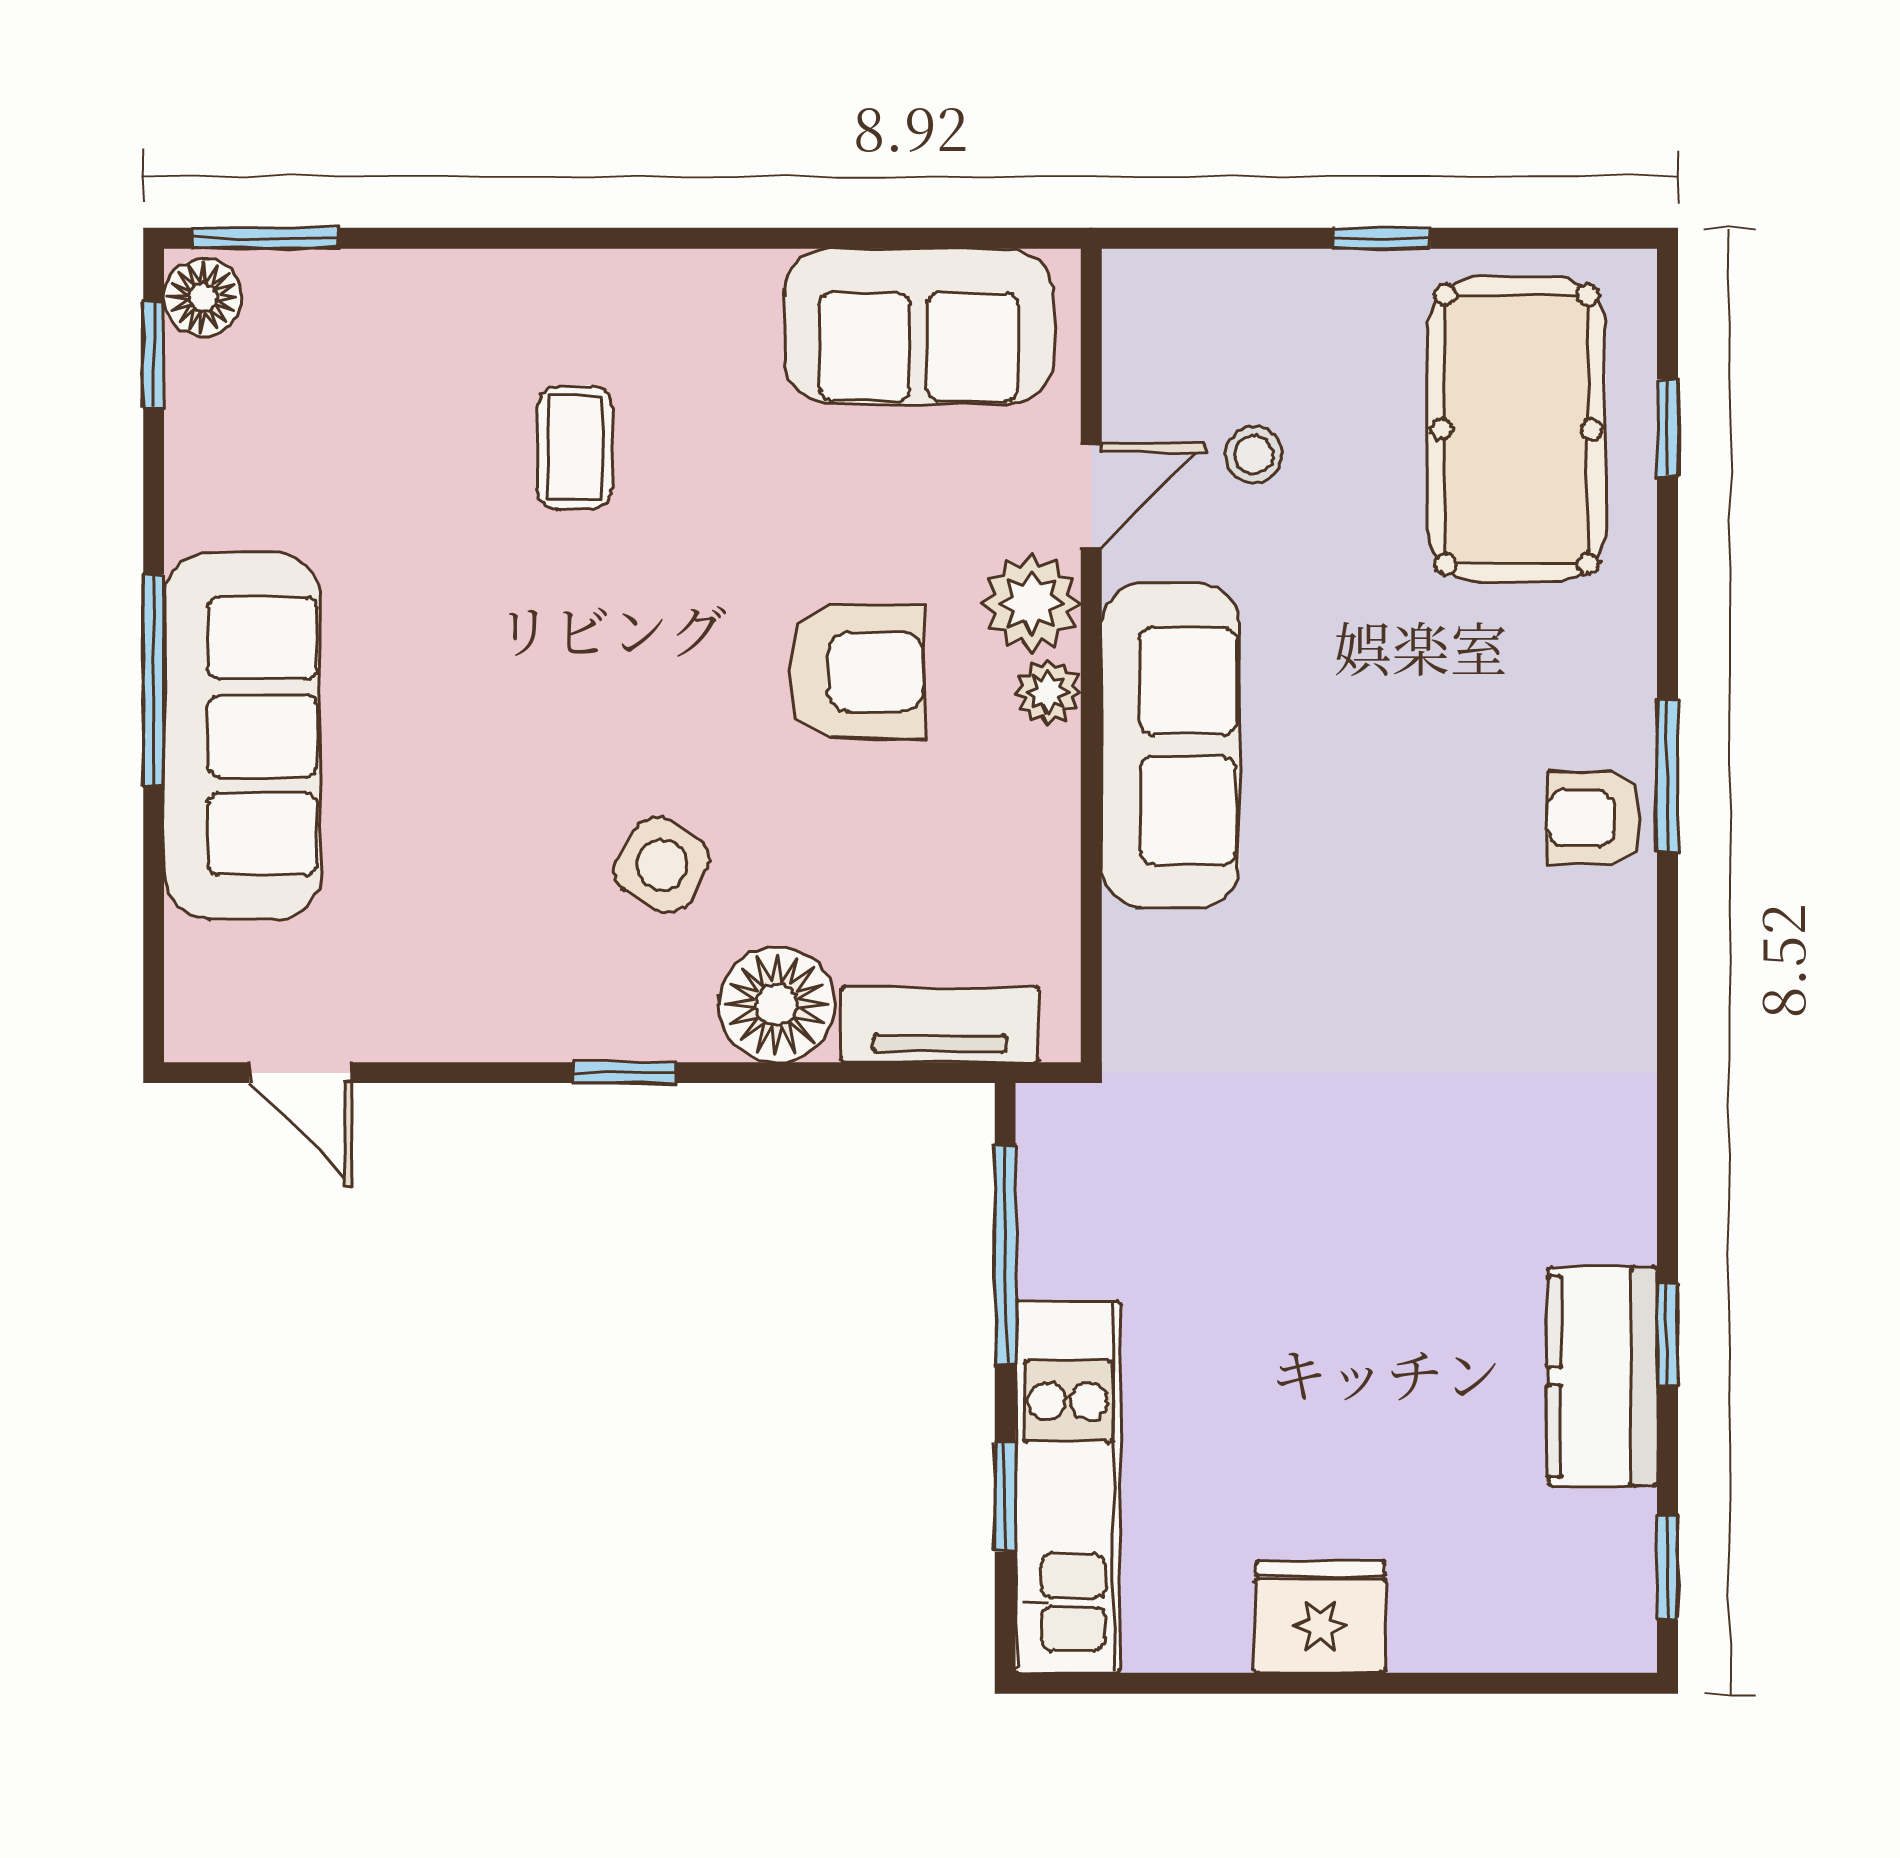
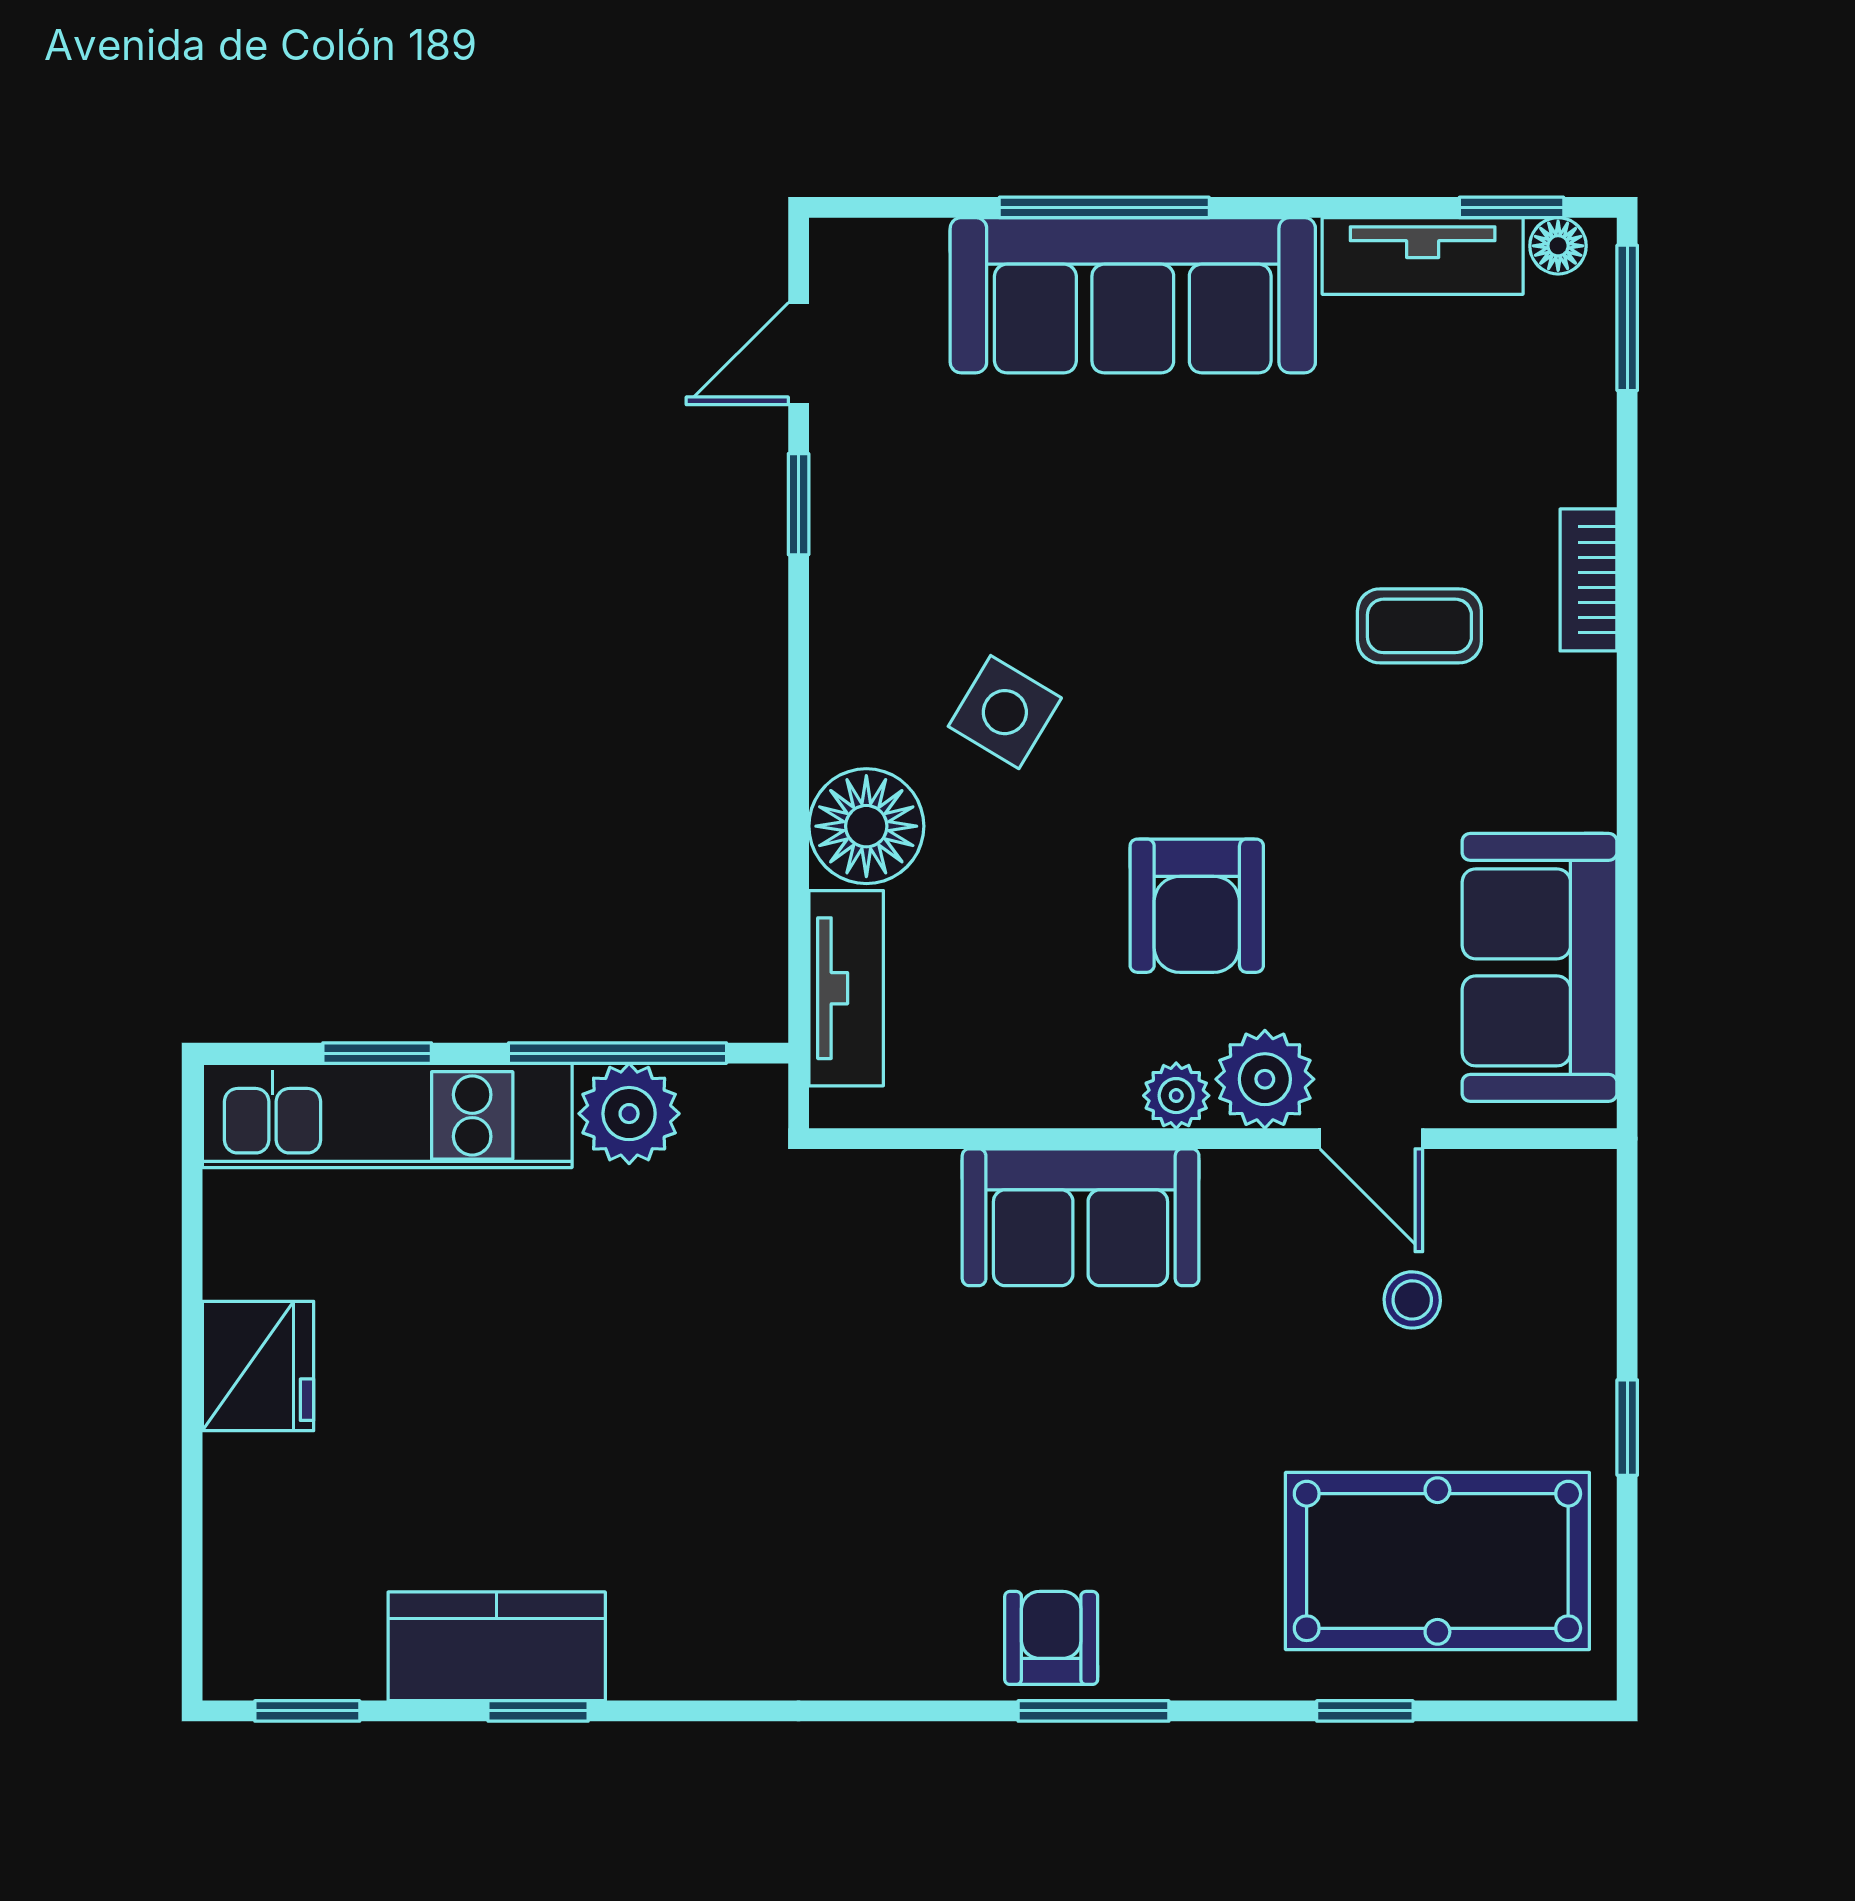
bookcase: (529, 277) -> (1589, 580), added
floor lamp: (203, 297) -> (1558, 246), width x0.73, depth x0.73
window: (1667, 428) -> (1365, 1711), moved
tv unit: (203, 444) -> (1423, 256), added
window: (154, 680) -> (1104, 207), moved
sofa: (1170, 746) -> (1081, 1217), width x0.73
window: (625, 1073) -> (799, 504), moved
plant: (1066, 1243) -> (629, 1114), added

